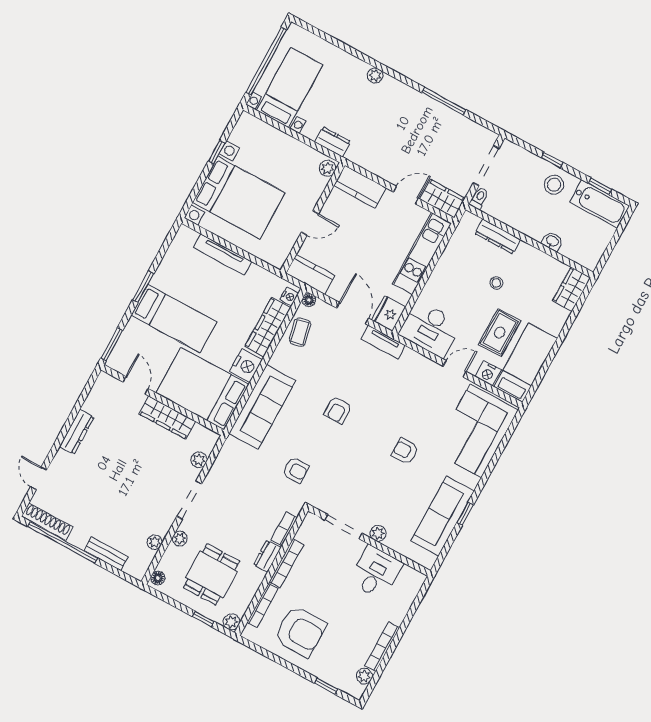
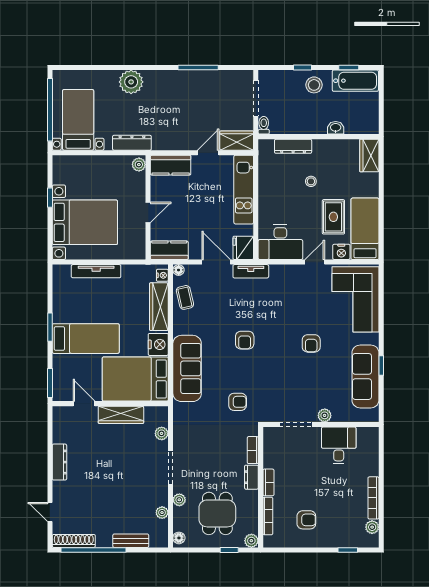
plant: (375, 75) -> (131, 82), width x1.88, depth x1.88
dresser: (333, 142) -> (132, 143), width x1.44
armchair: (405, 451) -> (311, 343), turned -90
bookcase: (286, 563) -> (268, 482), width x0.64
armchair: (300, 631) -> (306, 520), width x0.53, depth x0.53

